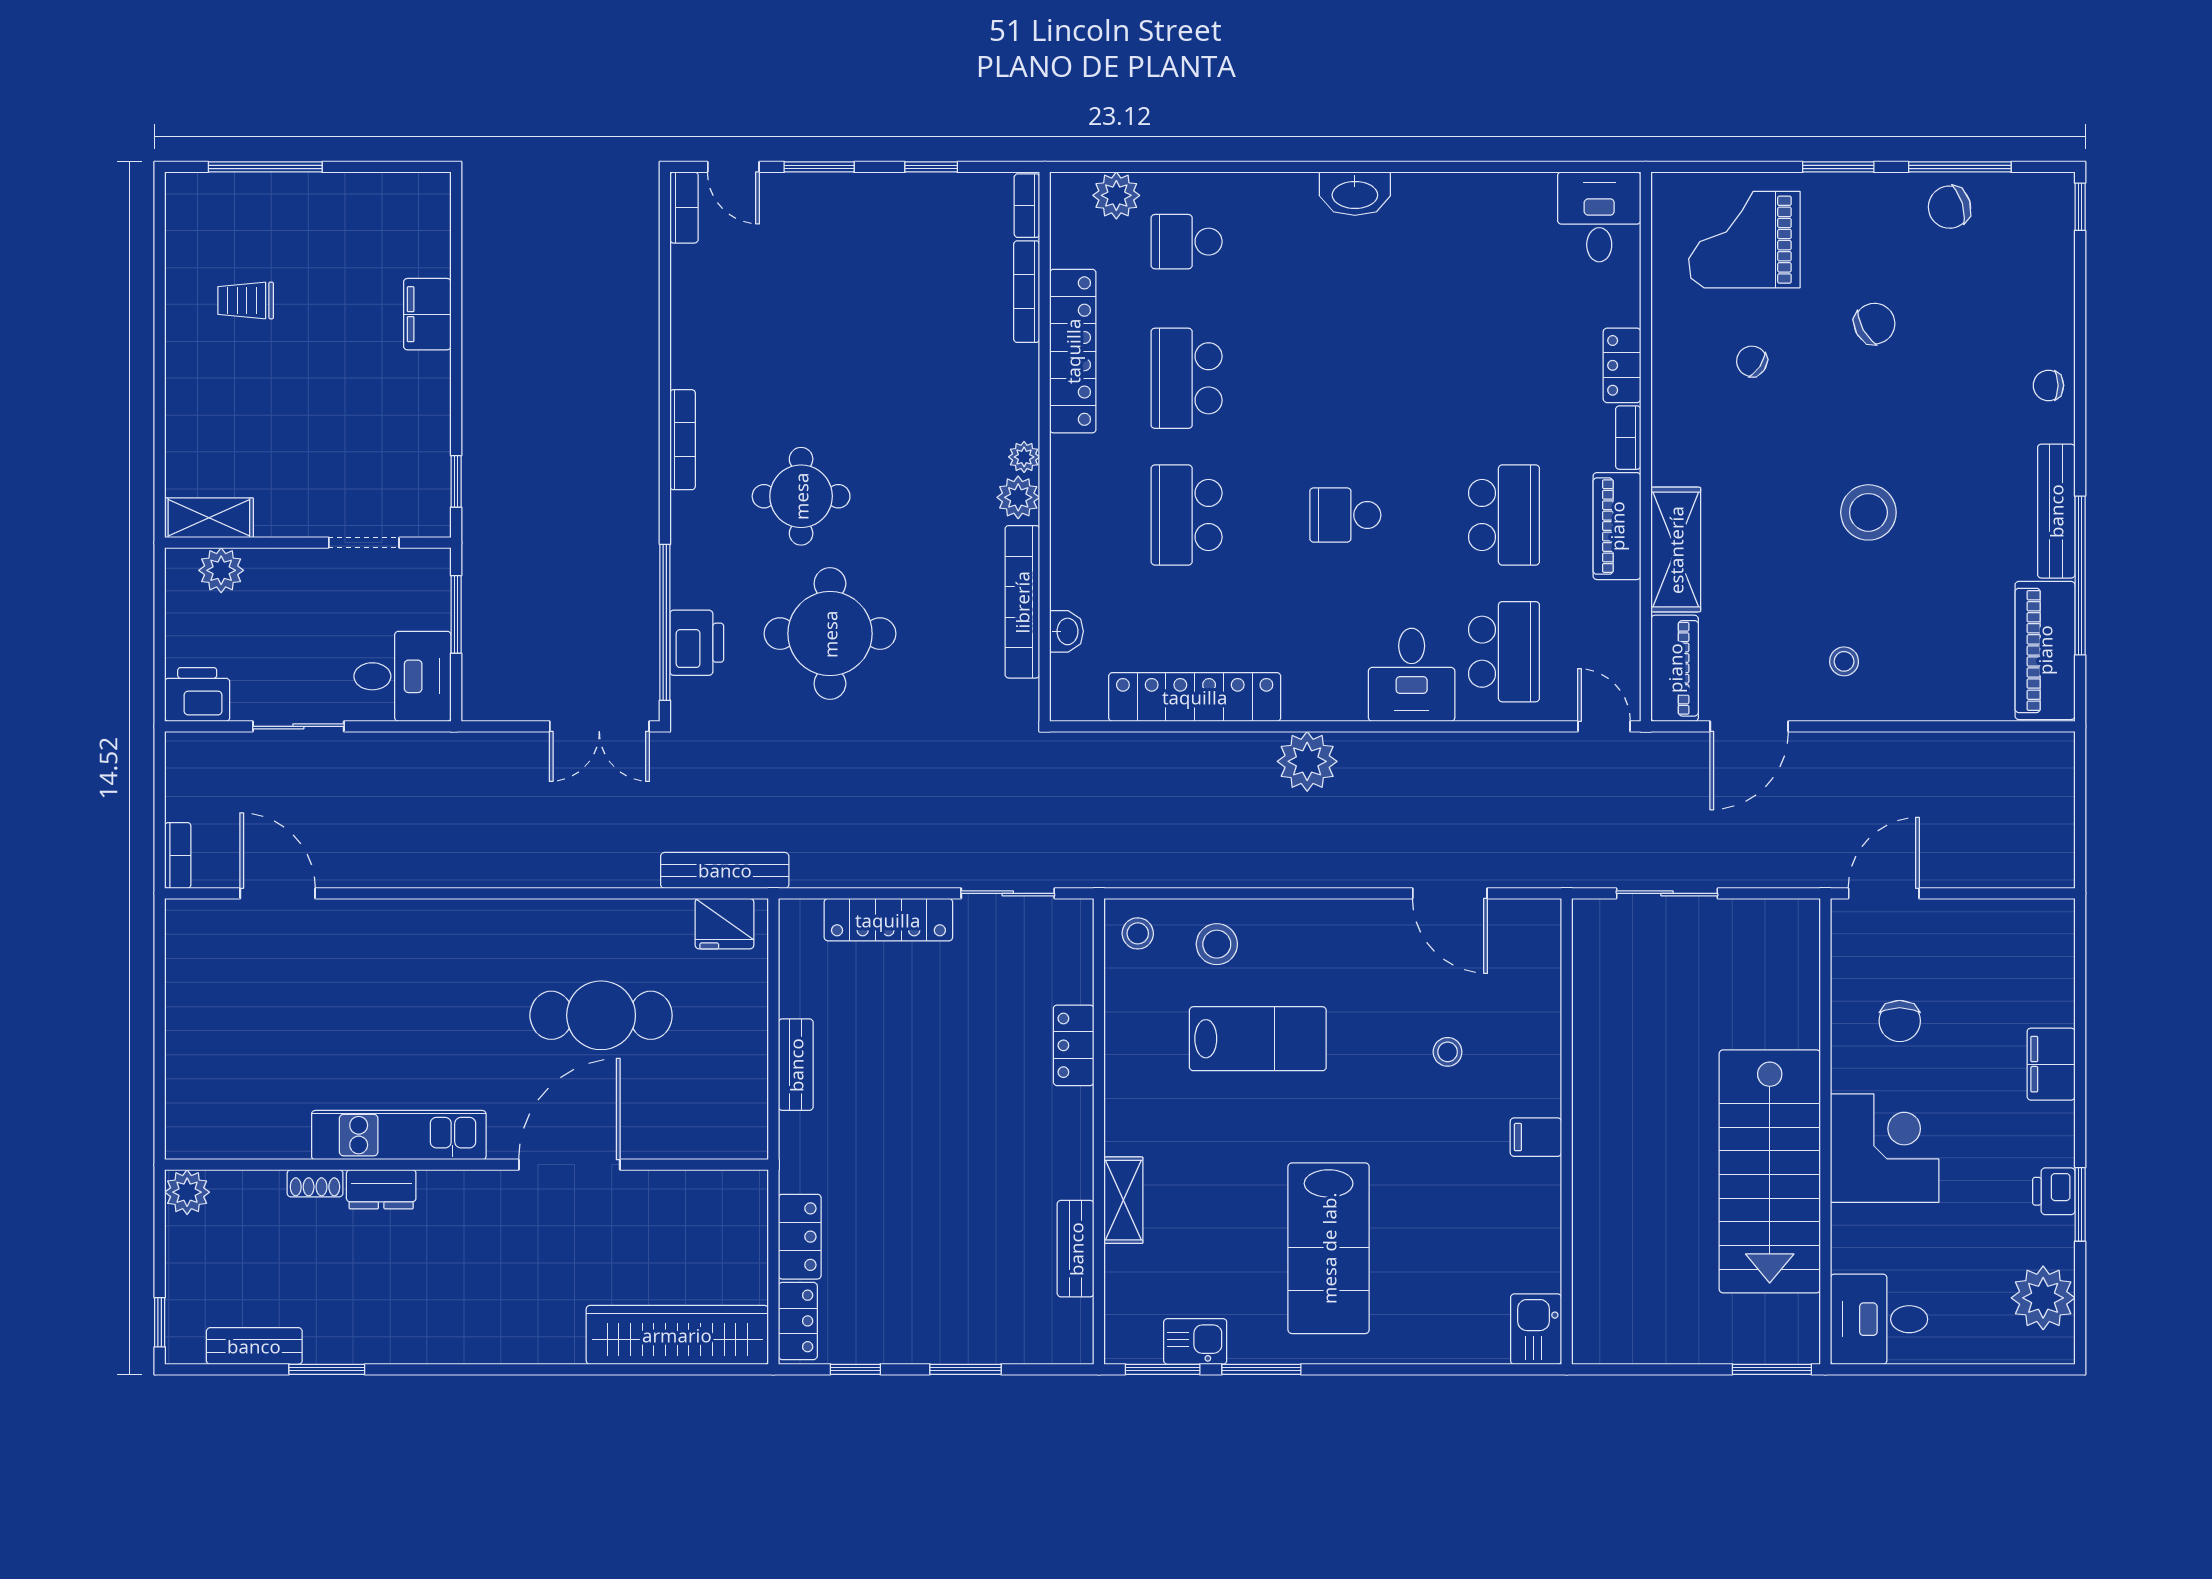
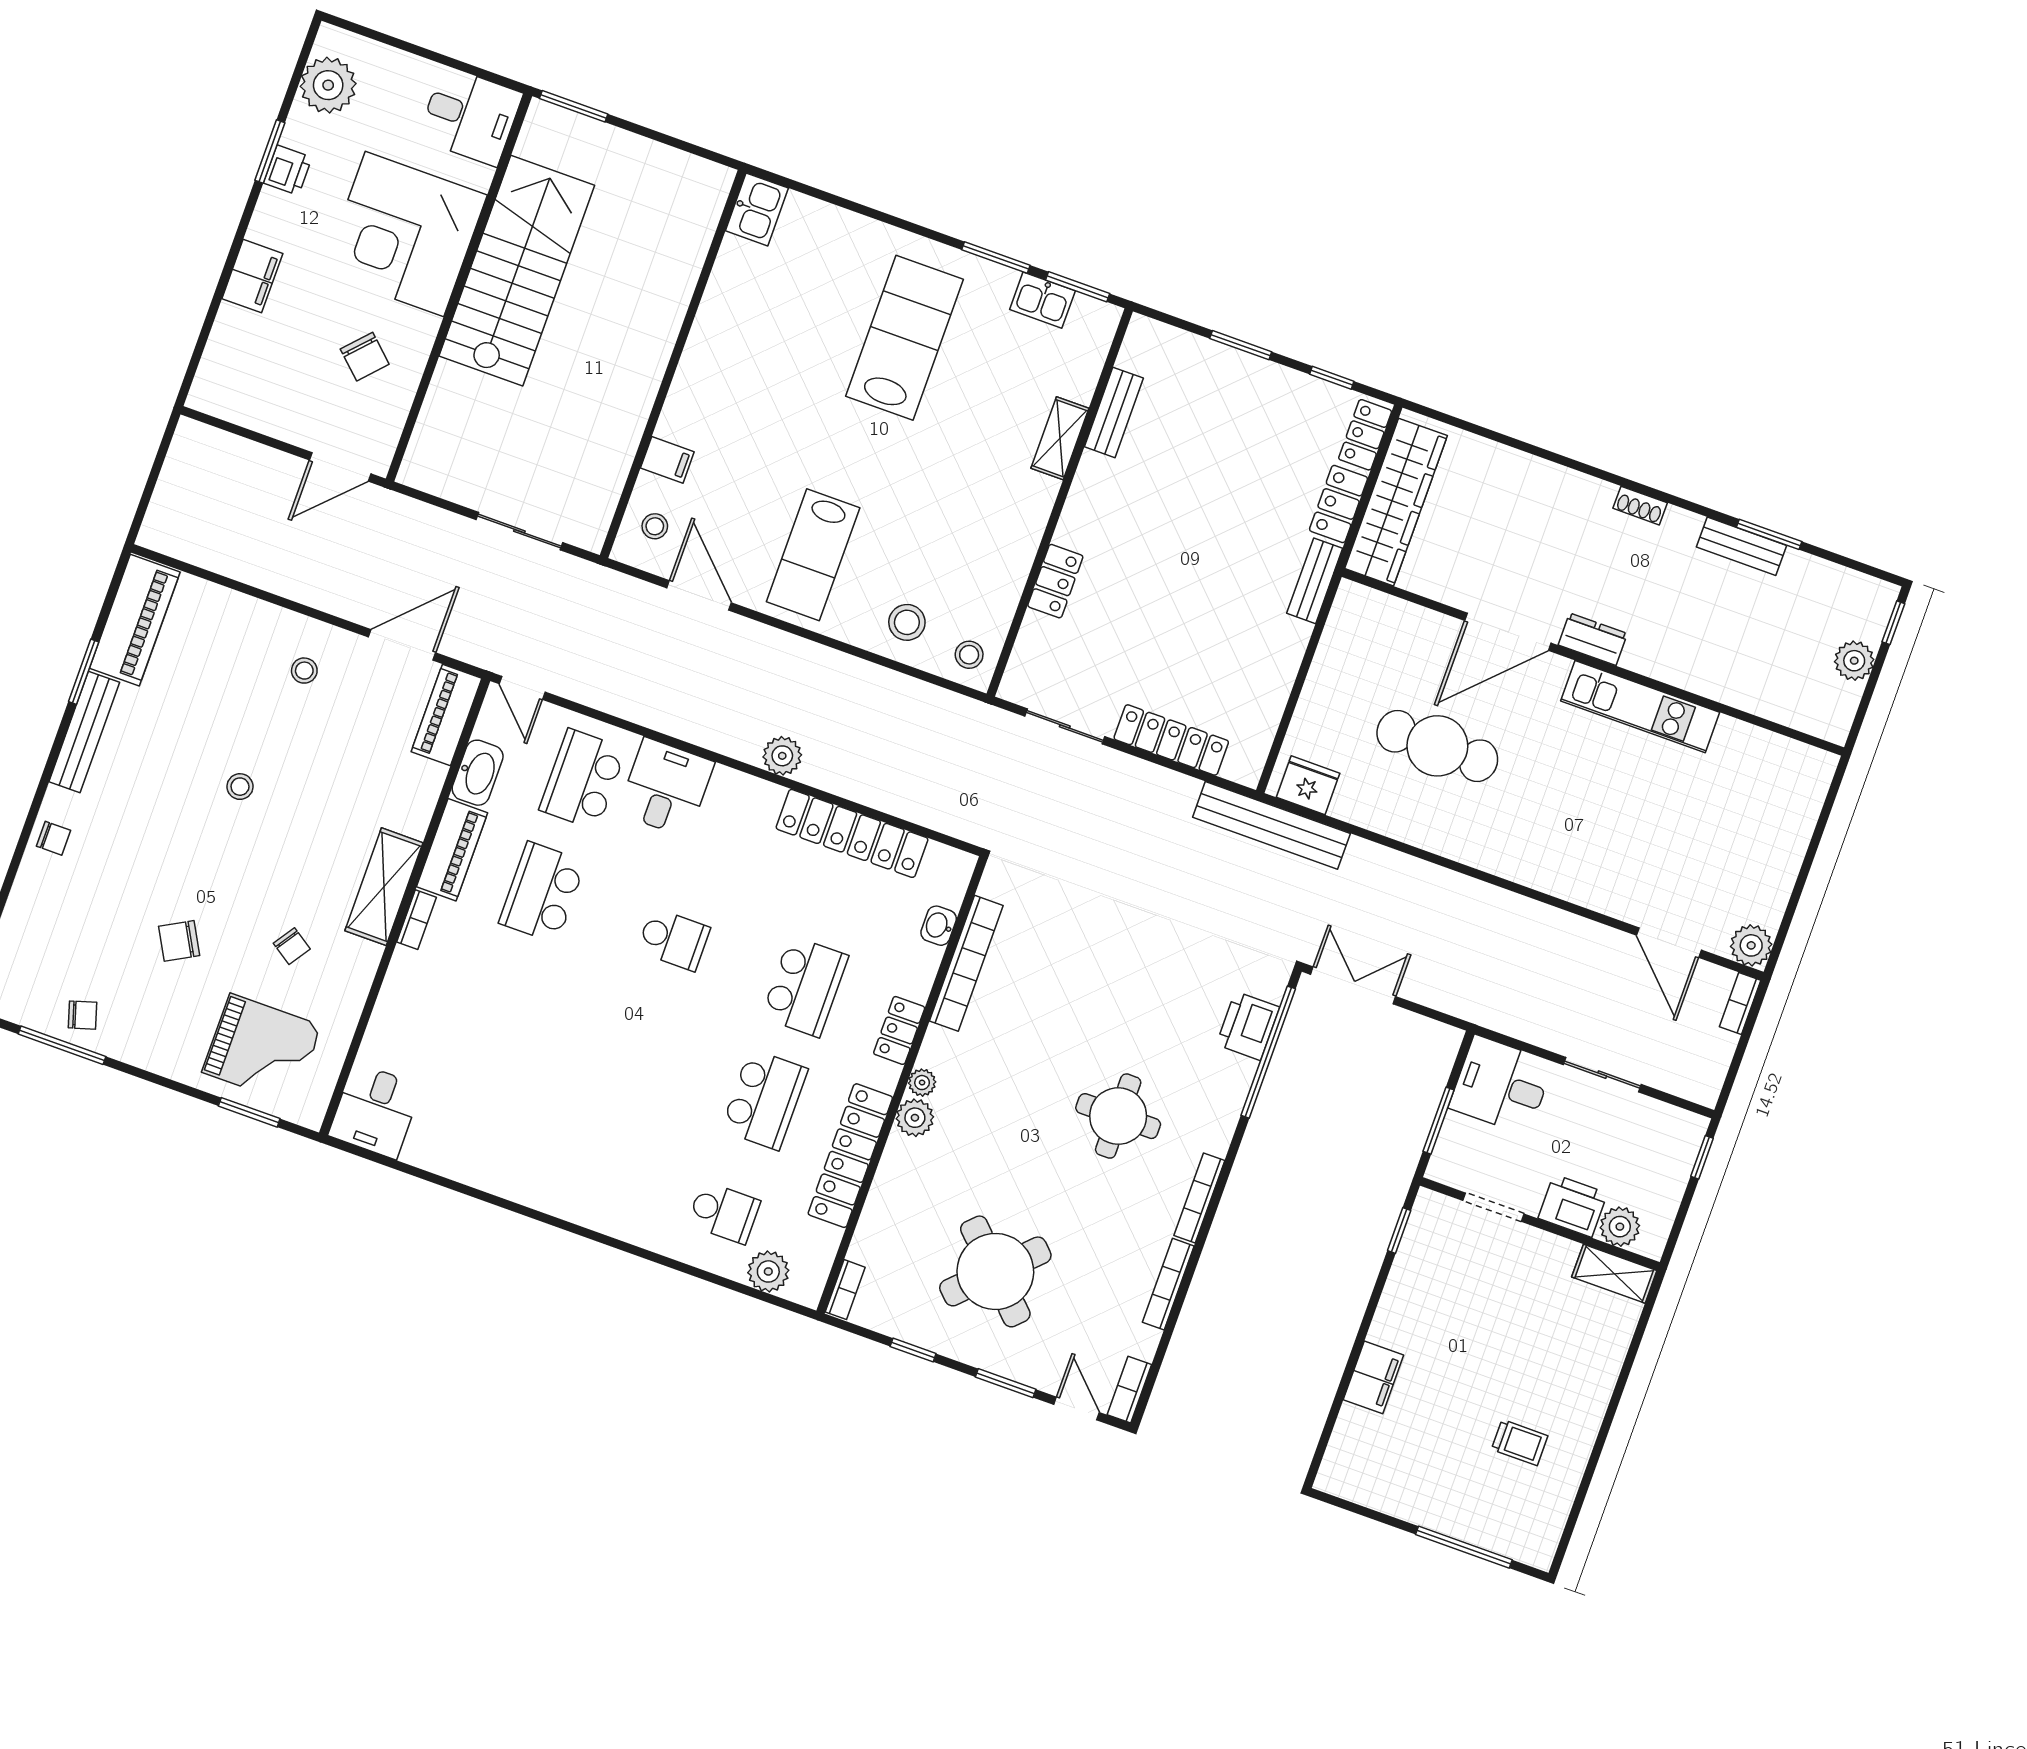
window: (1838, 167) -> (249, 1112), moved
washbasin: (1355, 194) -> (478, 773), moved, turned 90
chair: (1949, 207) -> (82, 1015), width x0.73, depth x0.73
bookcase: (1027, 292) -> (1168, 1284), moved, turned 180
locker: (1622, 365) -> (899, 1030), moved, turned 180
plant: (1018, 497) -> (915, 1118), moved
stool: (1868, 512) -> (240, 787), width x0.53, depth x0.53
shelving: (1676, 550) -> (384, 887), moved
window: (2080, 575) -> (84, 672), width x0.47
round table: (830, 634) -> (995, 1271), moved, turned 45
window: (160, 676) -> (1702, 1157), added
printer: (197, 694) -> (1573, 1206), moved, turned 180
plant: (1307, 761) -> (782, 756), width x0.73, depth x0.73
bench: (725, 870) -> (1271, 825), width x1.37, depth x1.21
plant: (188, 922) -> (1751, 945), added
chair: (1900, 1021) -> (365, 357), turned 133
lab bench: (1258, 1039) -> (813, 555), moved, turned -90
stool: (1448, 1052) -> (655, 526), moved
bench: (796, 1065) -> (1315, 581), moved
filing cabinet: (1536, 1137) -> (667, 460), moved
corner desk: (1885, 1148) -> (404, 234), width x1.36, depth x1.36
shoe rack: (315, 1183) -> (1640, 506), moved, turned 180
dresser: (381, 1189) -> (1593, 639), moved
plant: (187, 1192) -> (1854, 661), moved
wardrobe: (677, 1335) -> (1396, 502), moved, turned -90
bench: (254, 1346) -> (1742, 546), moved

